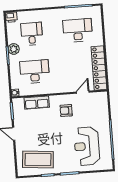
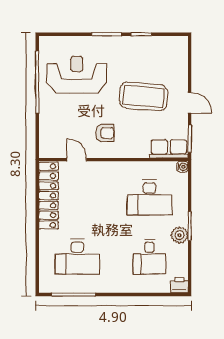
door: (83, 92) -> (77, 160), swing flipped
row of seats: (37, 103) -> (169, 149), moved
reception desk: (87, 146) -> (77, 75), turned -90
coffee table: (38, 159) -> (144, 96), moved

